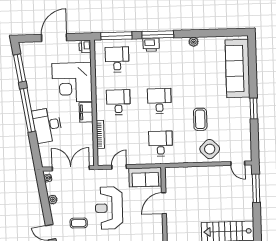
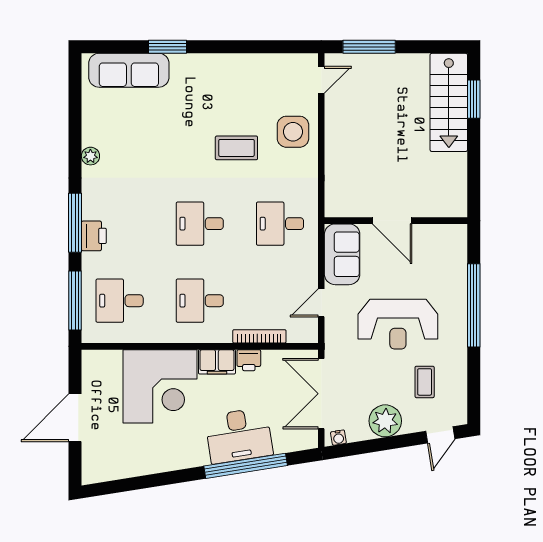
door: (54, 38) -> (75, 418), hinge flipped
printer: (85, 47) -> (249, 360), moved
window: (20, 68) -> (130, 484), removed
sofa: (238, 69) -> (129, 70), width x0.74, depth x0.79
window: (254, 109) -> (167, 47), moved
window: (28, 110) -> (246, 466), moved
side table: (210, 149) -> (293, 132), turned 45
door: (119, 167) -> (321, 303), hinge flipped
plant: (53, 200) -> (385, 421), width x1.87, depth x1.87

